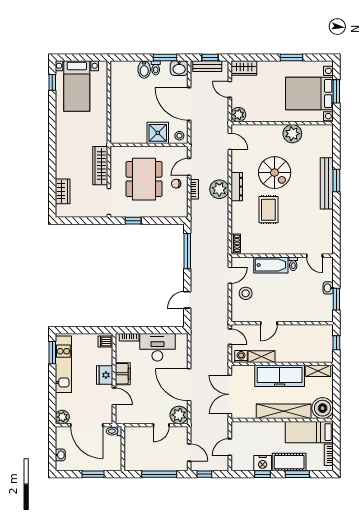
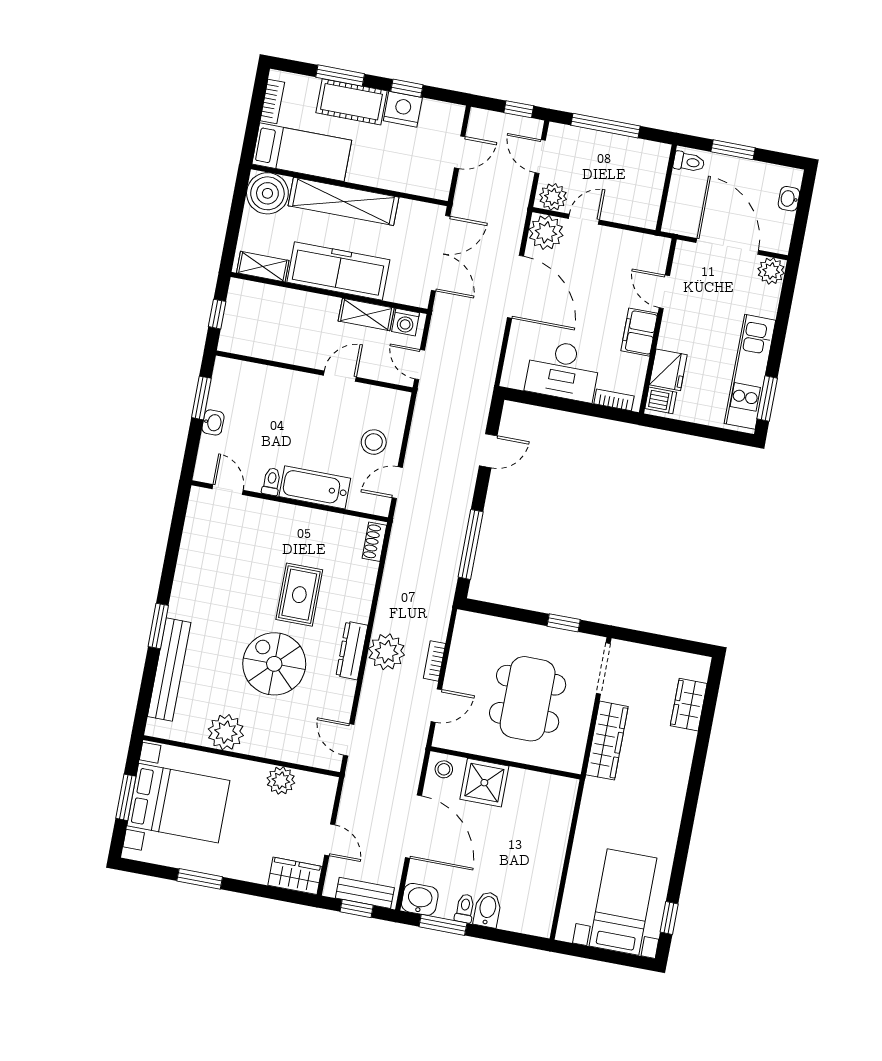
plant: (238, 115) -> (281, 781), moved
bench: (327, 183) -> (169, 669), moved
chair: (176, 184) -> (467, 678), removed
fridge: (105, 375) -> (668, 370), moved
toilet: (114, 431) -> (689, 162), moved
plant: (179, 433) -> (553, 197), added

